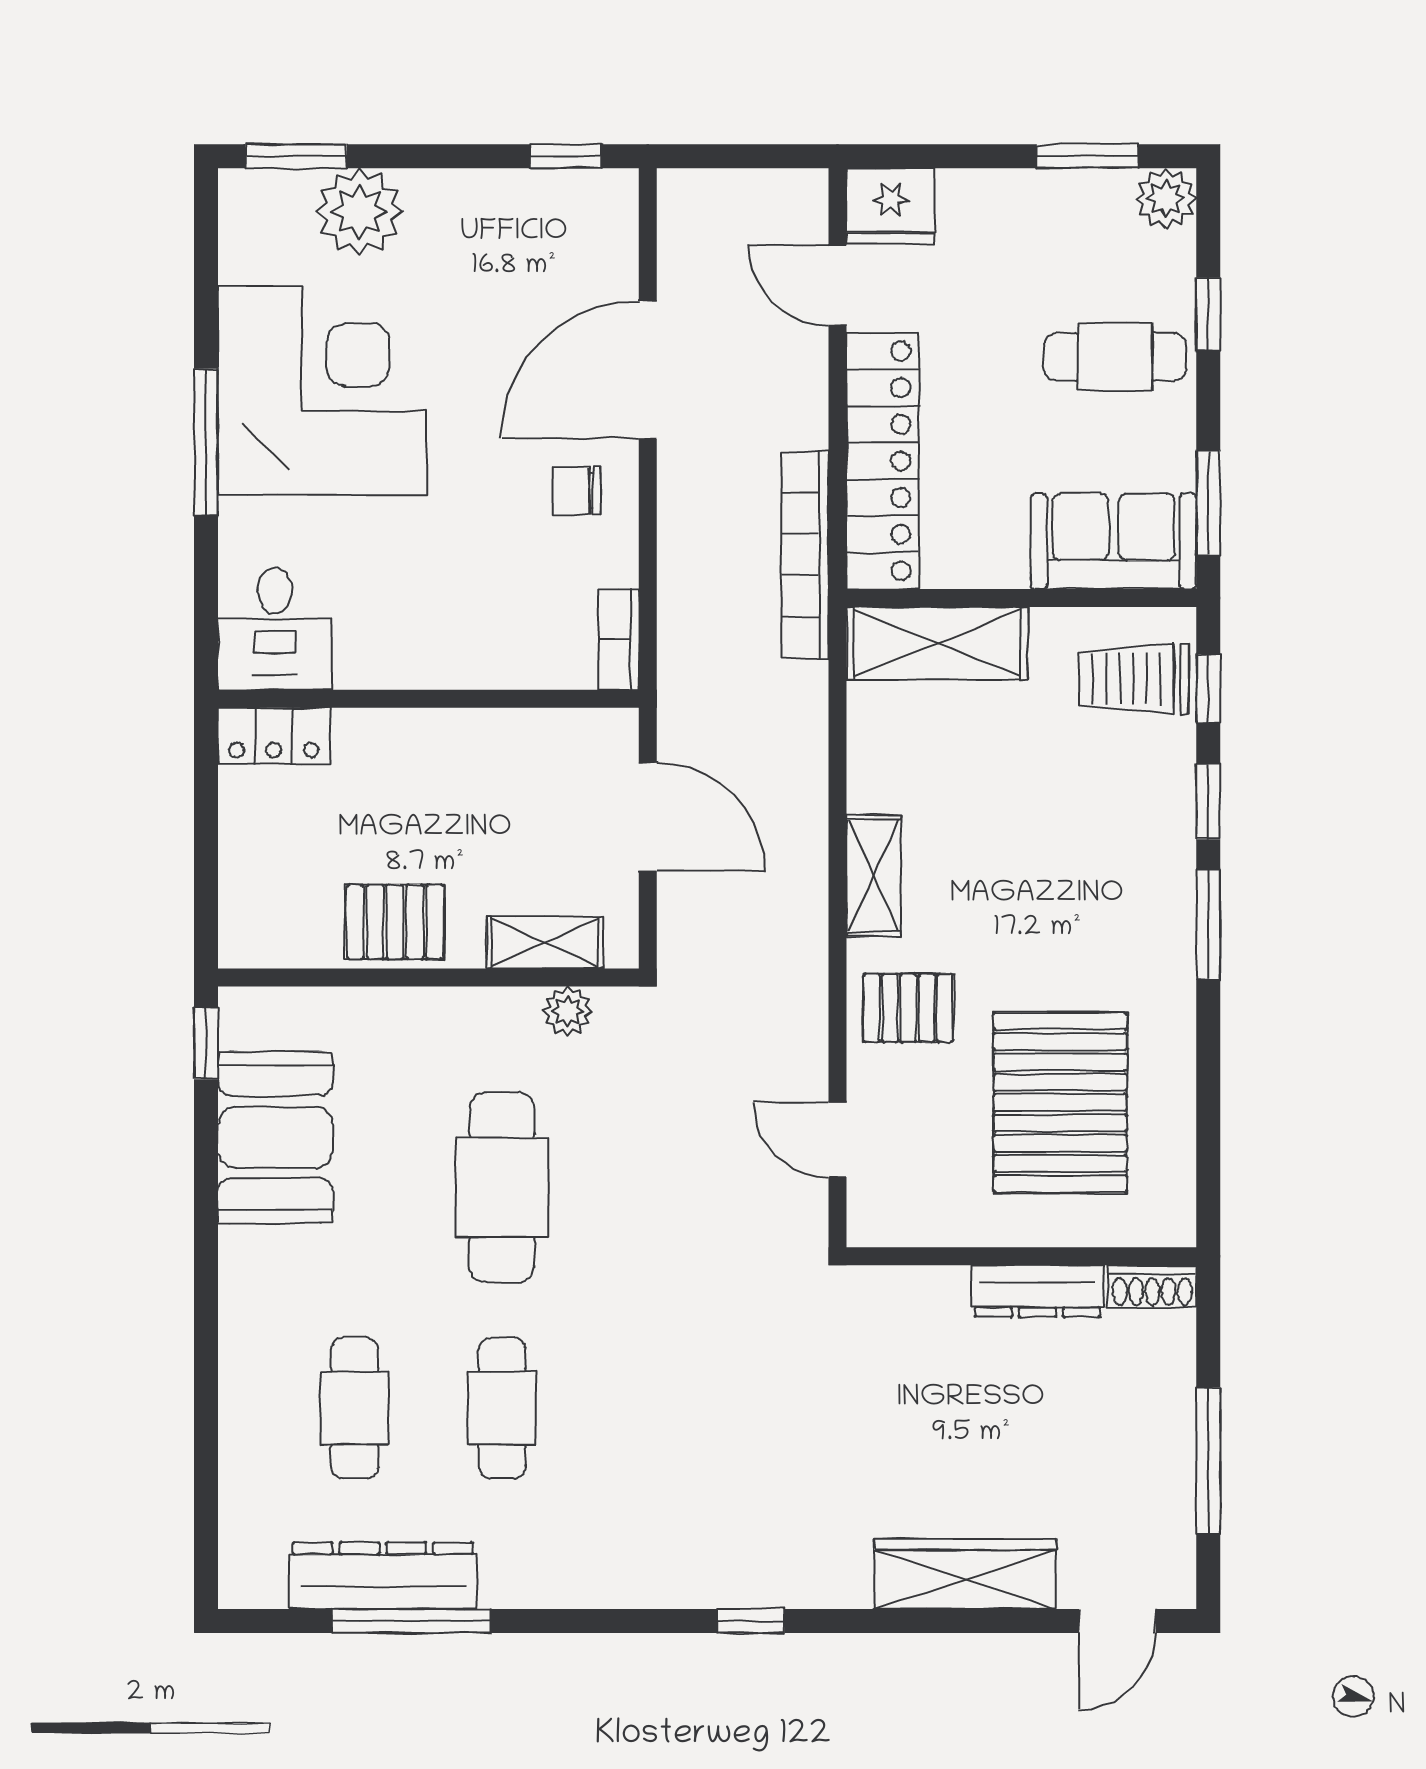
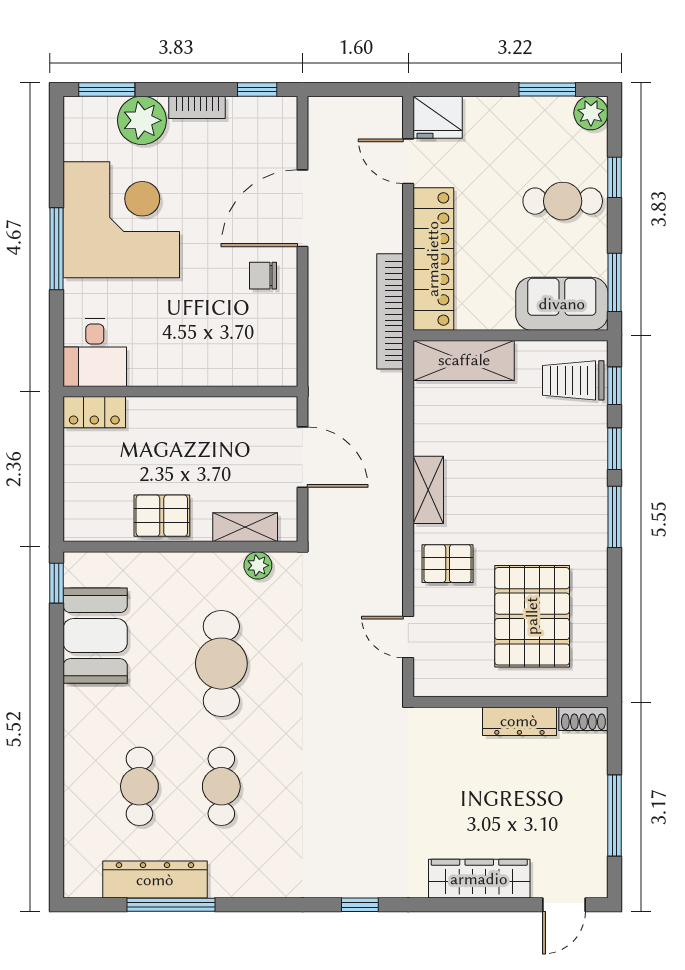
bookcase: (619, 639) -> (197, 107), moved, turned -90

